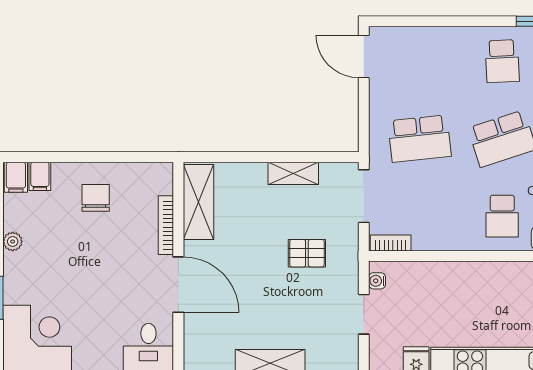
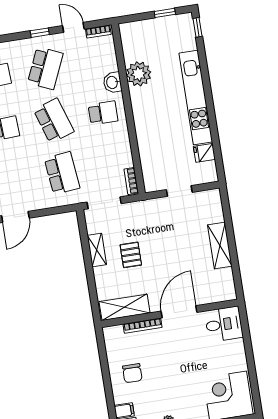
chair: (96, 198) -> (132, 373), turned -90
pallet: (307, 253) -> (131, 255), moved
water cooler: (377, 281) -> (157, 186), removed

